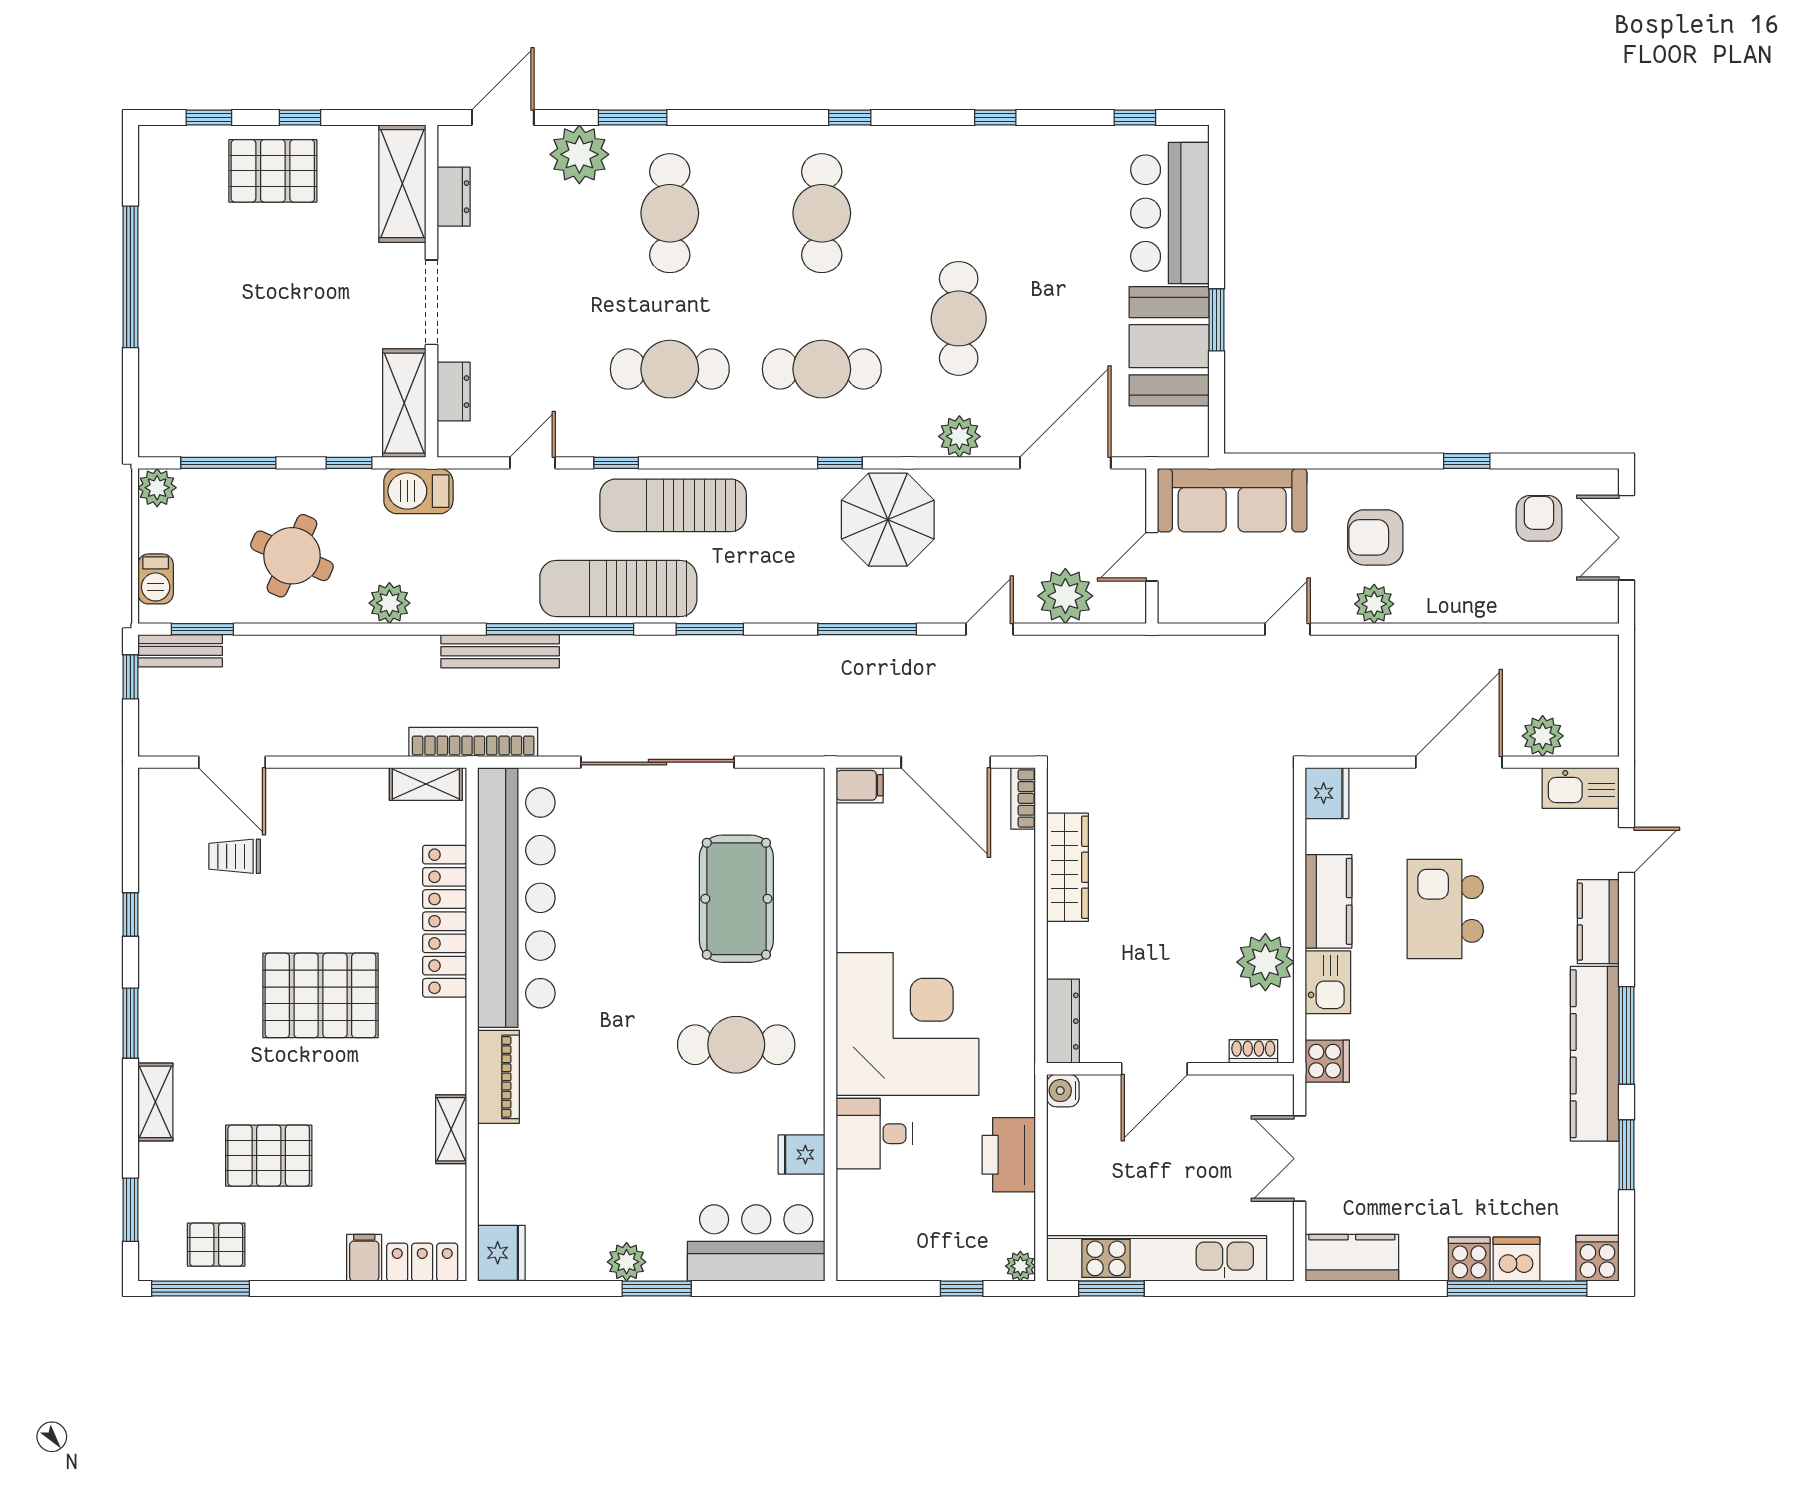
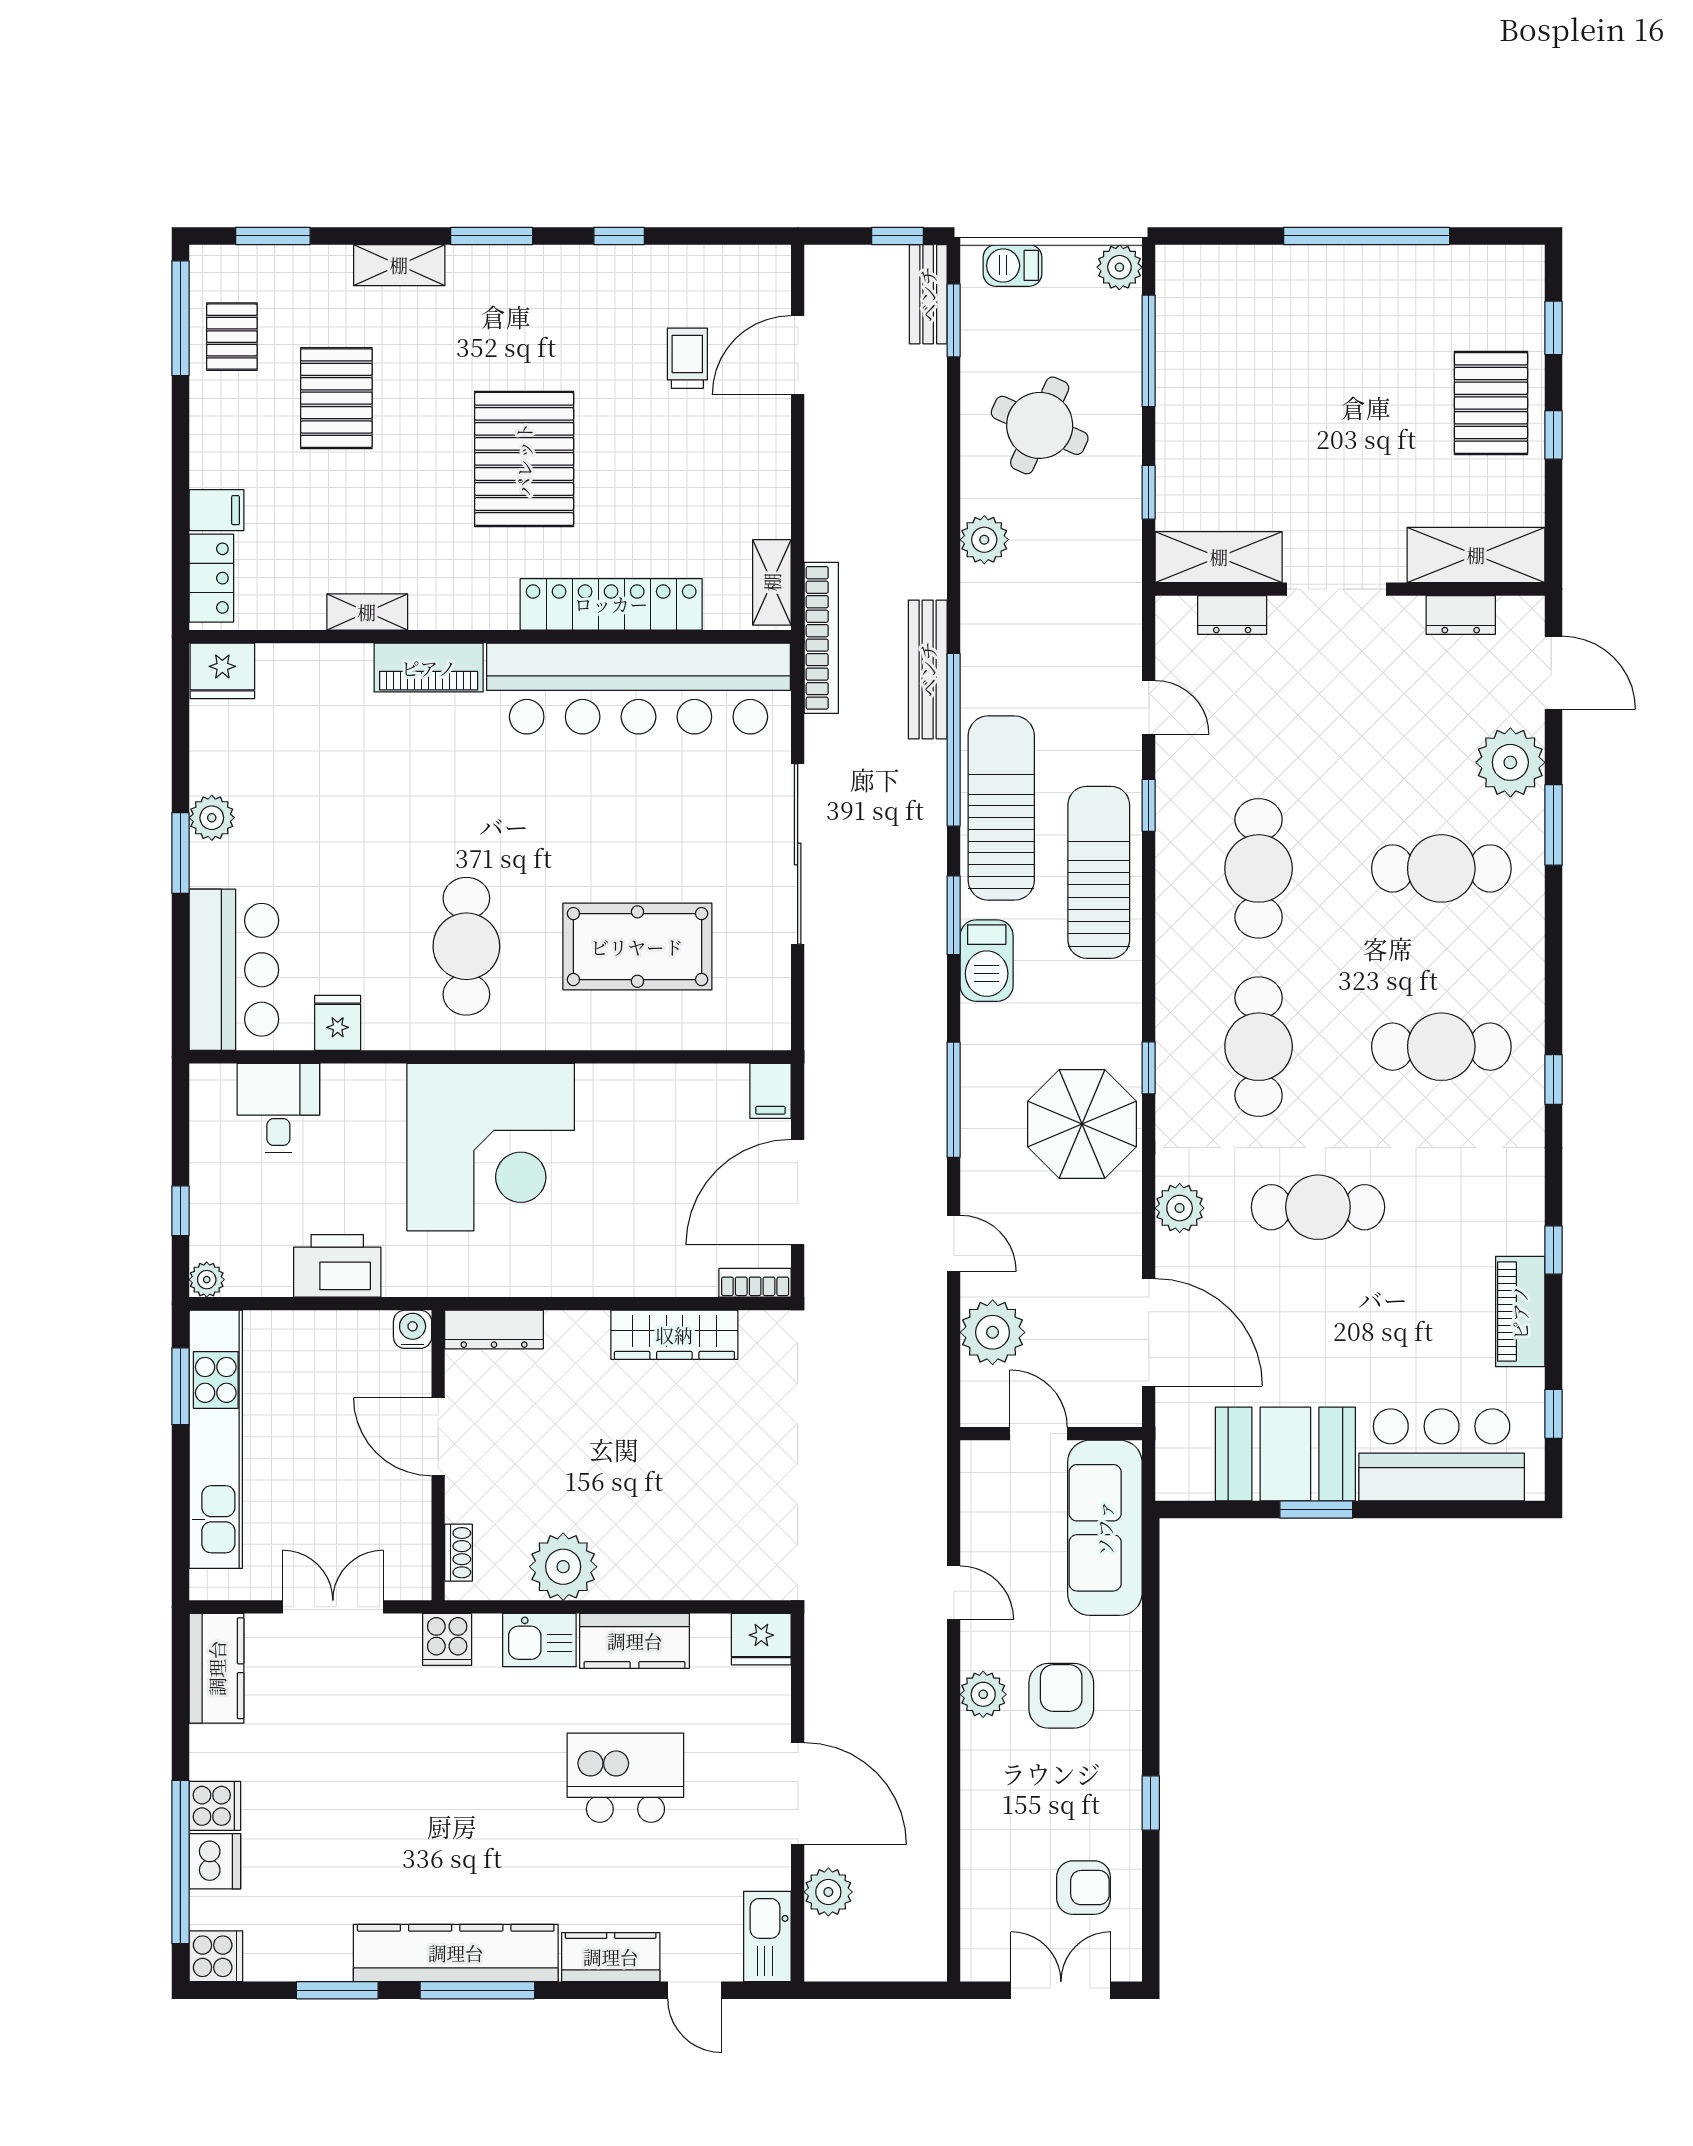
piano: (1048, 146) -> (1520, 1312), added
barbecue: (418, 491) -> (987, 961), moved, turned 180
desk: (874, 1134) -> (278, 1108), moved

